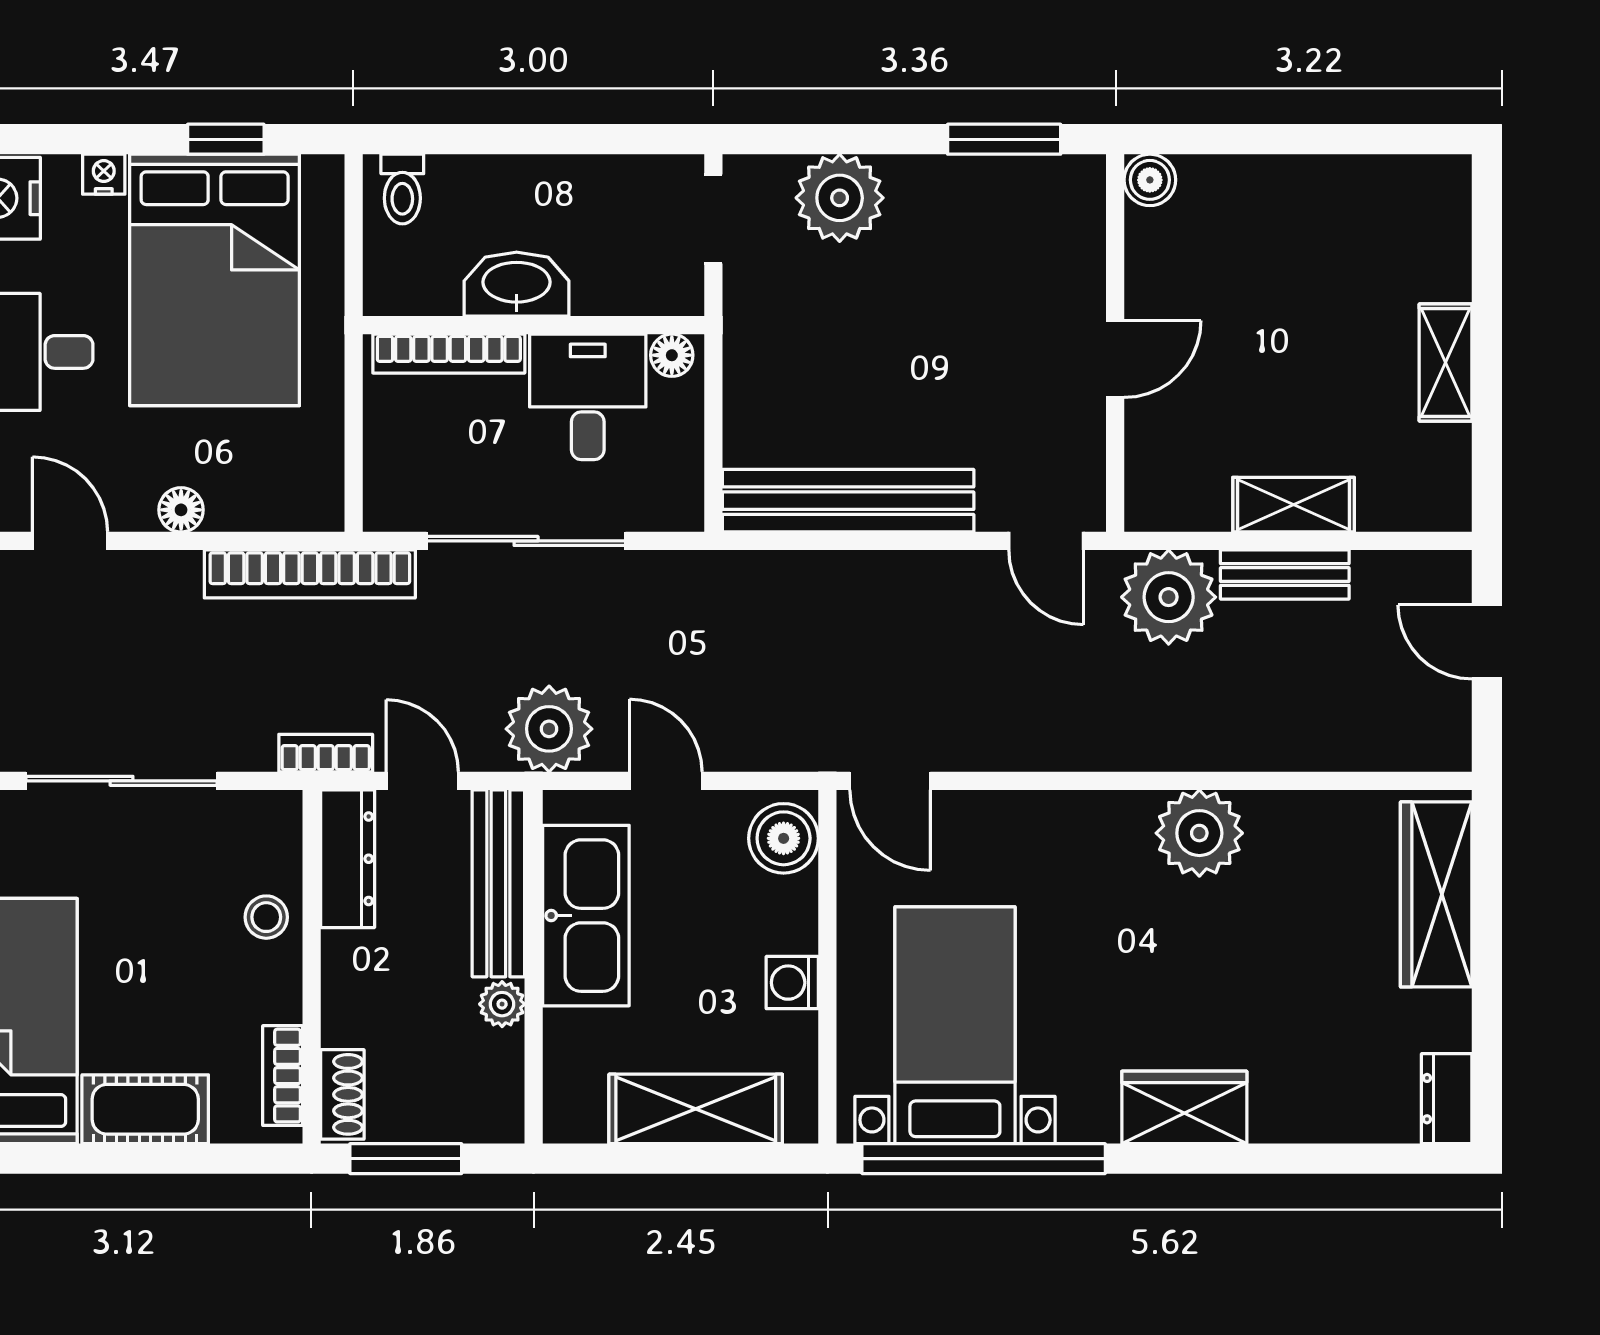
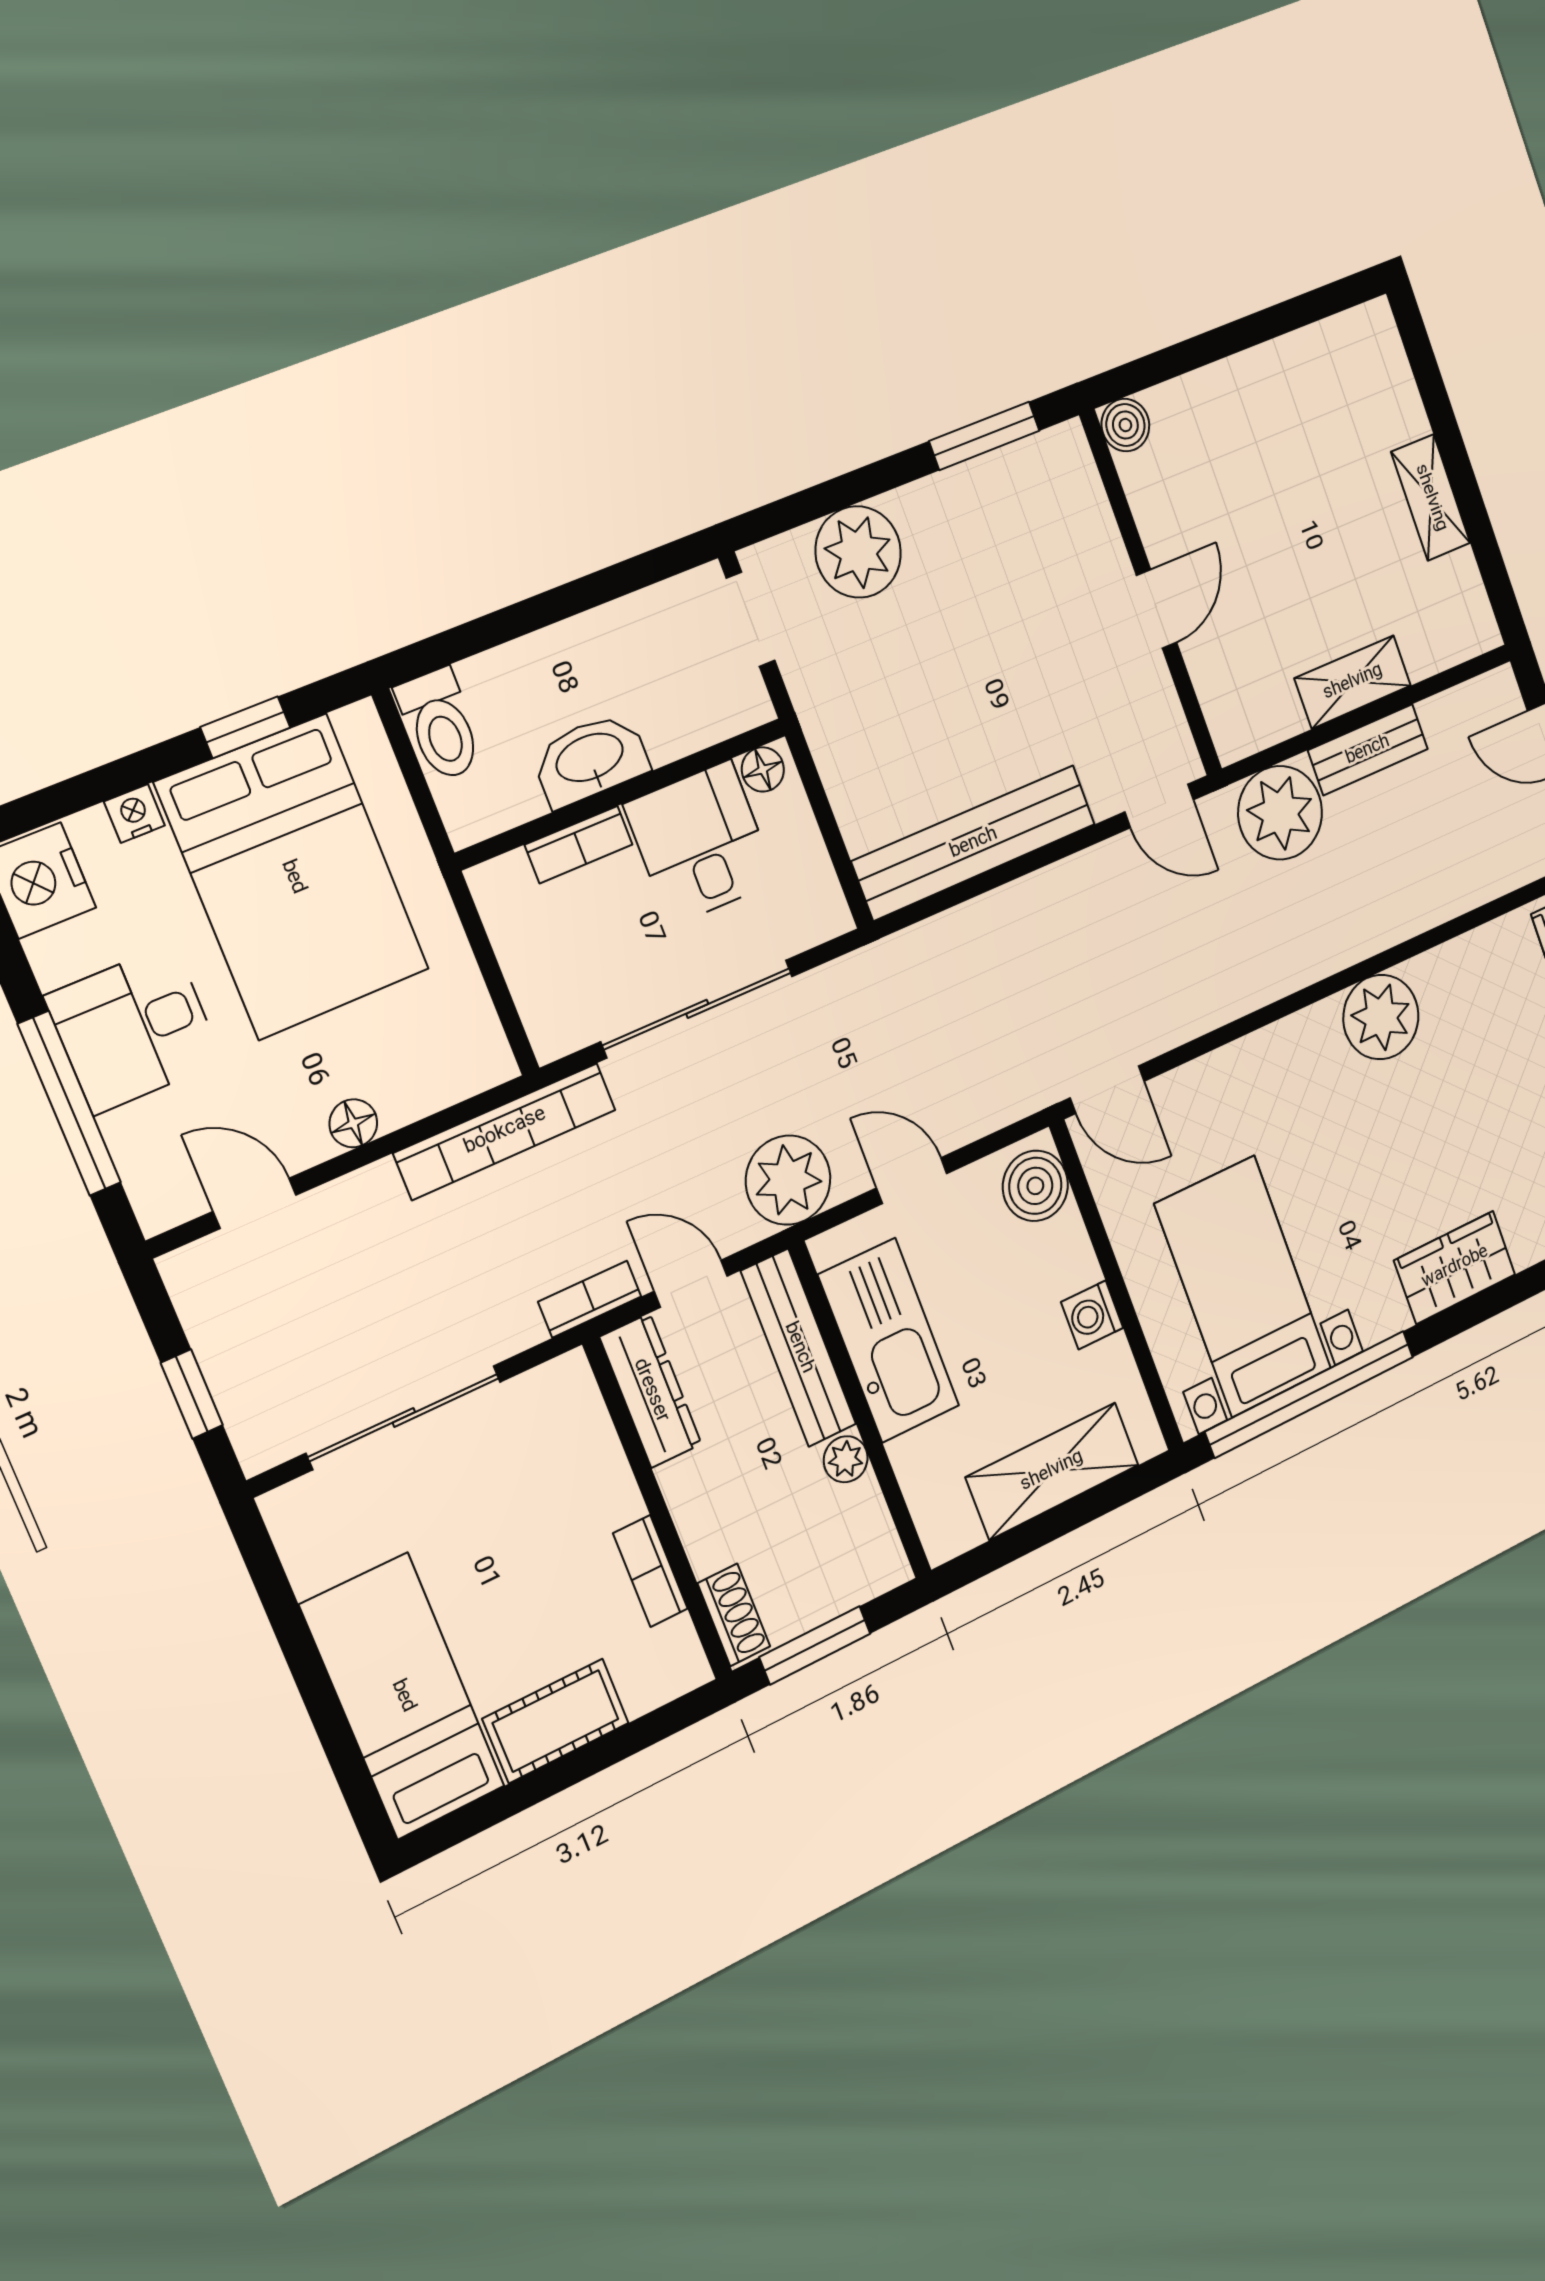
toilet: (402, 189) -> (440, 725), width x1.37, depth x1.39
bookcase: (449, 354) -> (579, 845), width x0.64
stool: (266, 917) -> (596, 1483), removed
bookcase: (283, 1076) -> (650, 1571), moved

